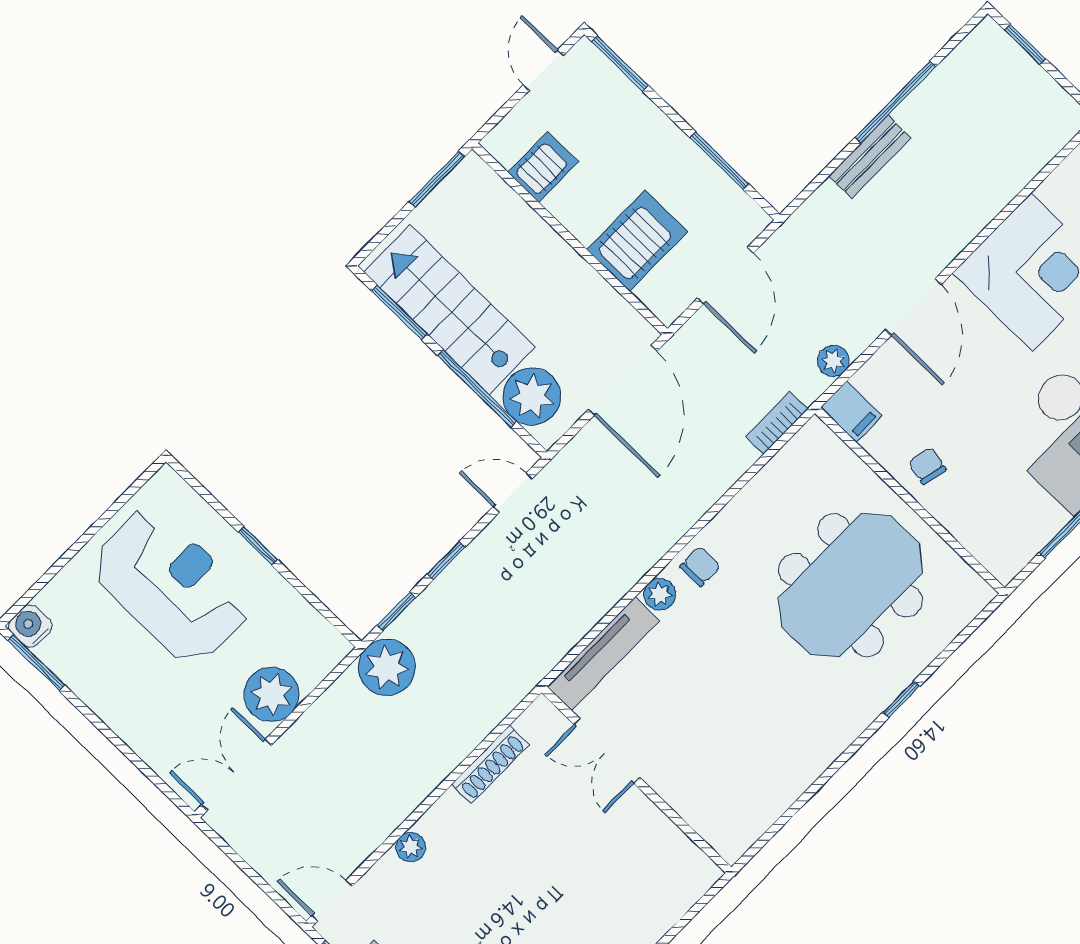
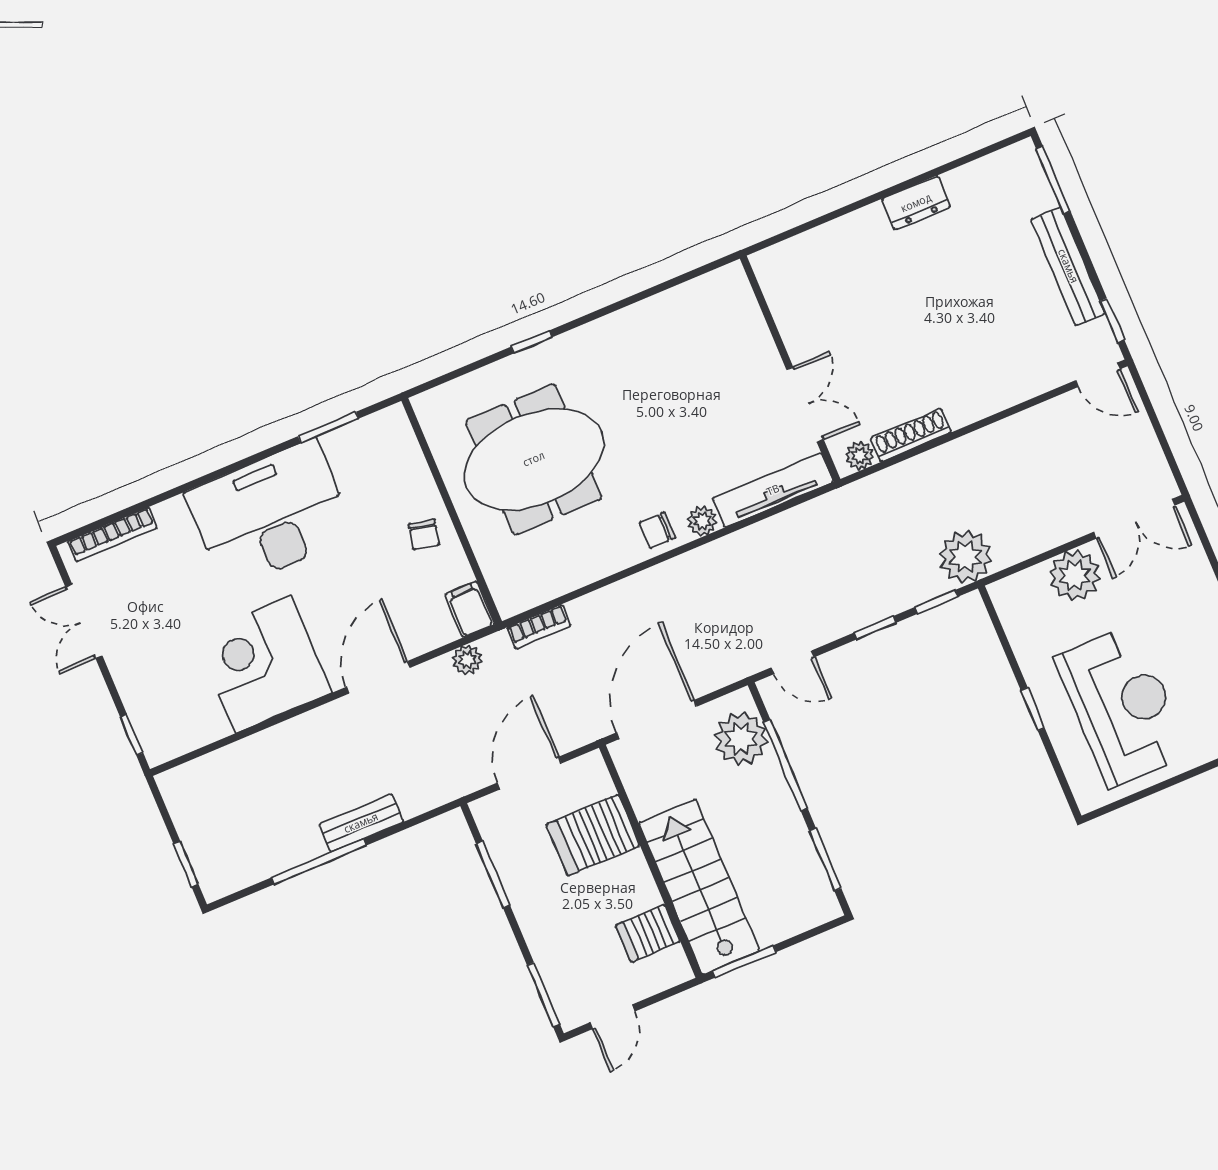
stairs: (449, 310) -> (699, 887), moved, turned 180
reception desk: (171, 586) -> (1122, 706), turned 180
plant: (411, 847) -> (860, 456), moved

